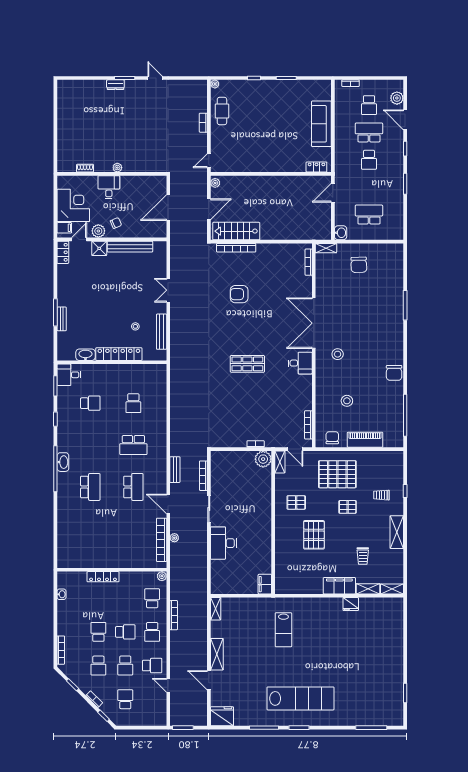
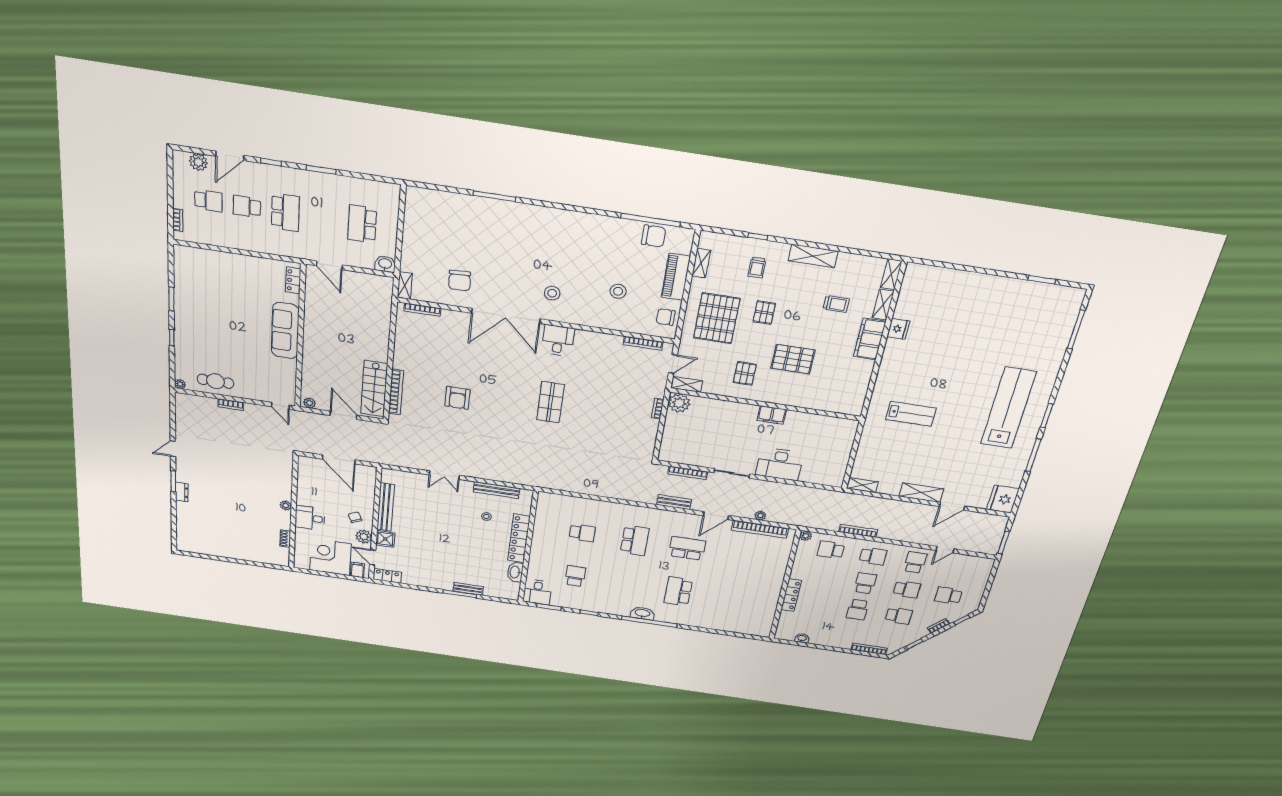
sofa: (321, 124) -> (285, 331), moved, turned 90
school desk: (369, 132) -> (247, 206), width x0.54
school desk: (369, 160) -> (285, 212), width x1.85
chair: (359, 265) -> (460, 281), moved, turned 89
chair: (394, 373) -> (654, 236), moved
shelving: (378, 456) -> (701, 263), added
school desk: (90, 487) -> (678, 591), turned -90
filing cabinet: (265, 584) -> (772, 415), moved
school desk: (98, 632) -> (858, 610), turned -90

